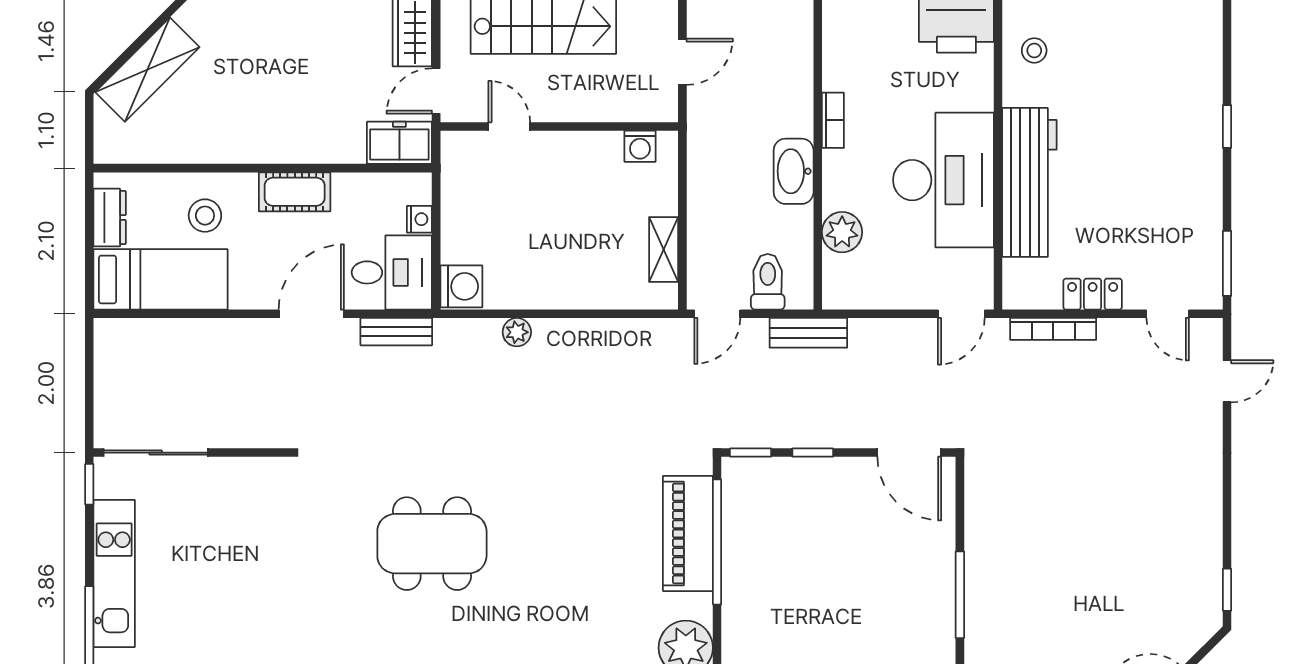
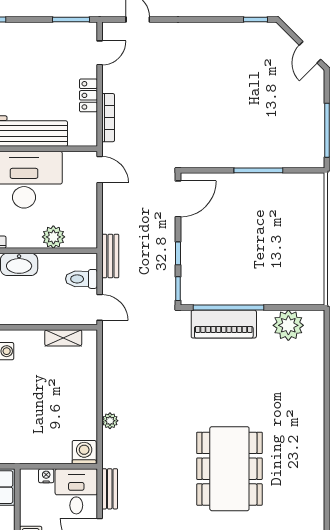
dining table: (432, 544) -> (229, 469), width x1.36, depth x1.24

